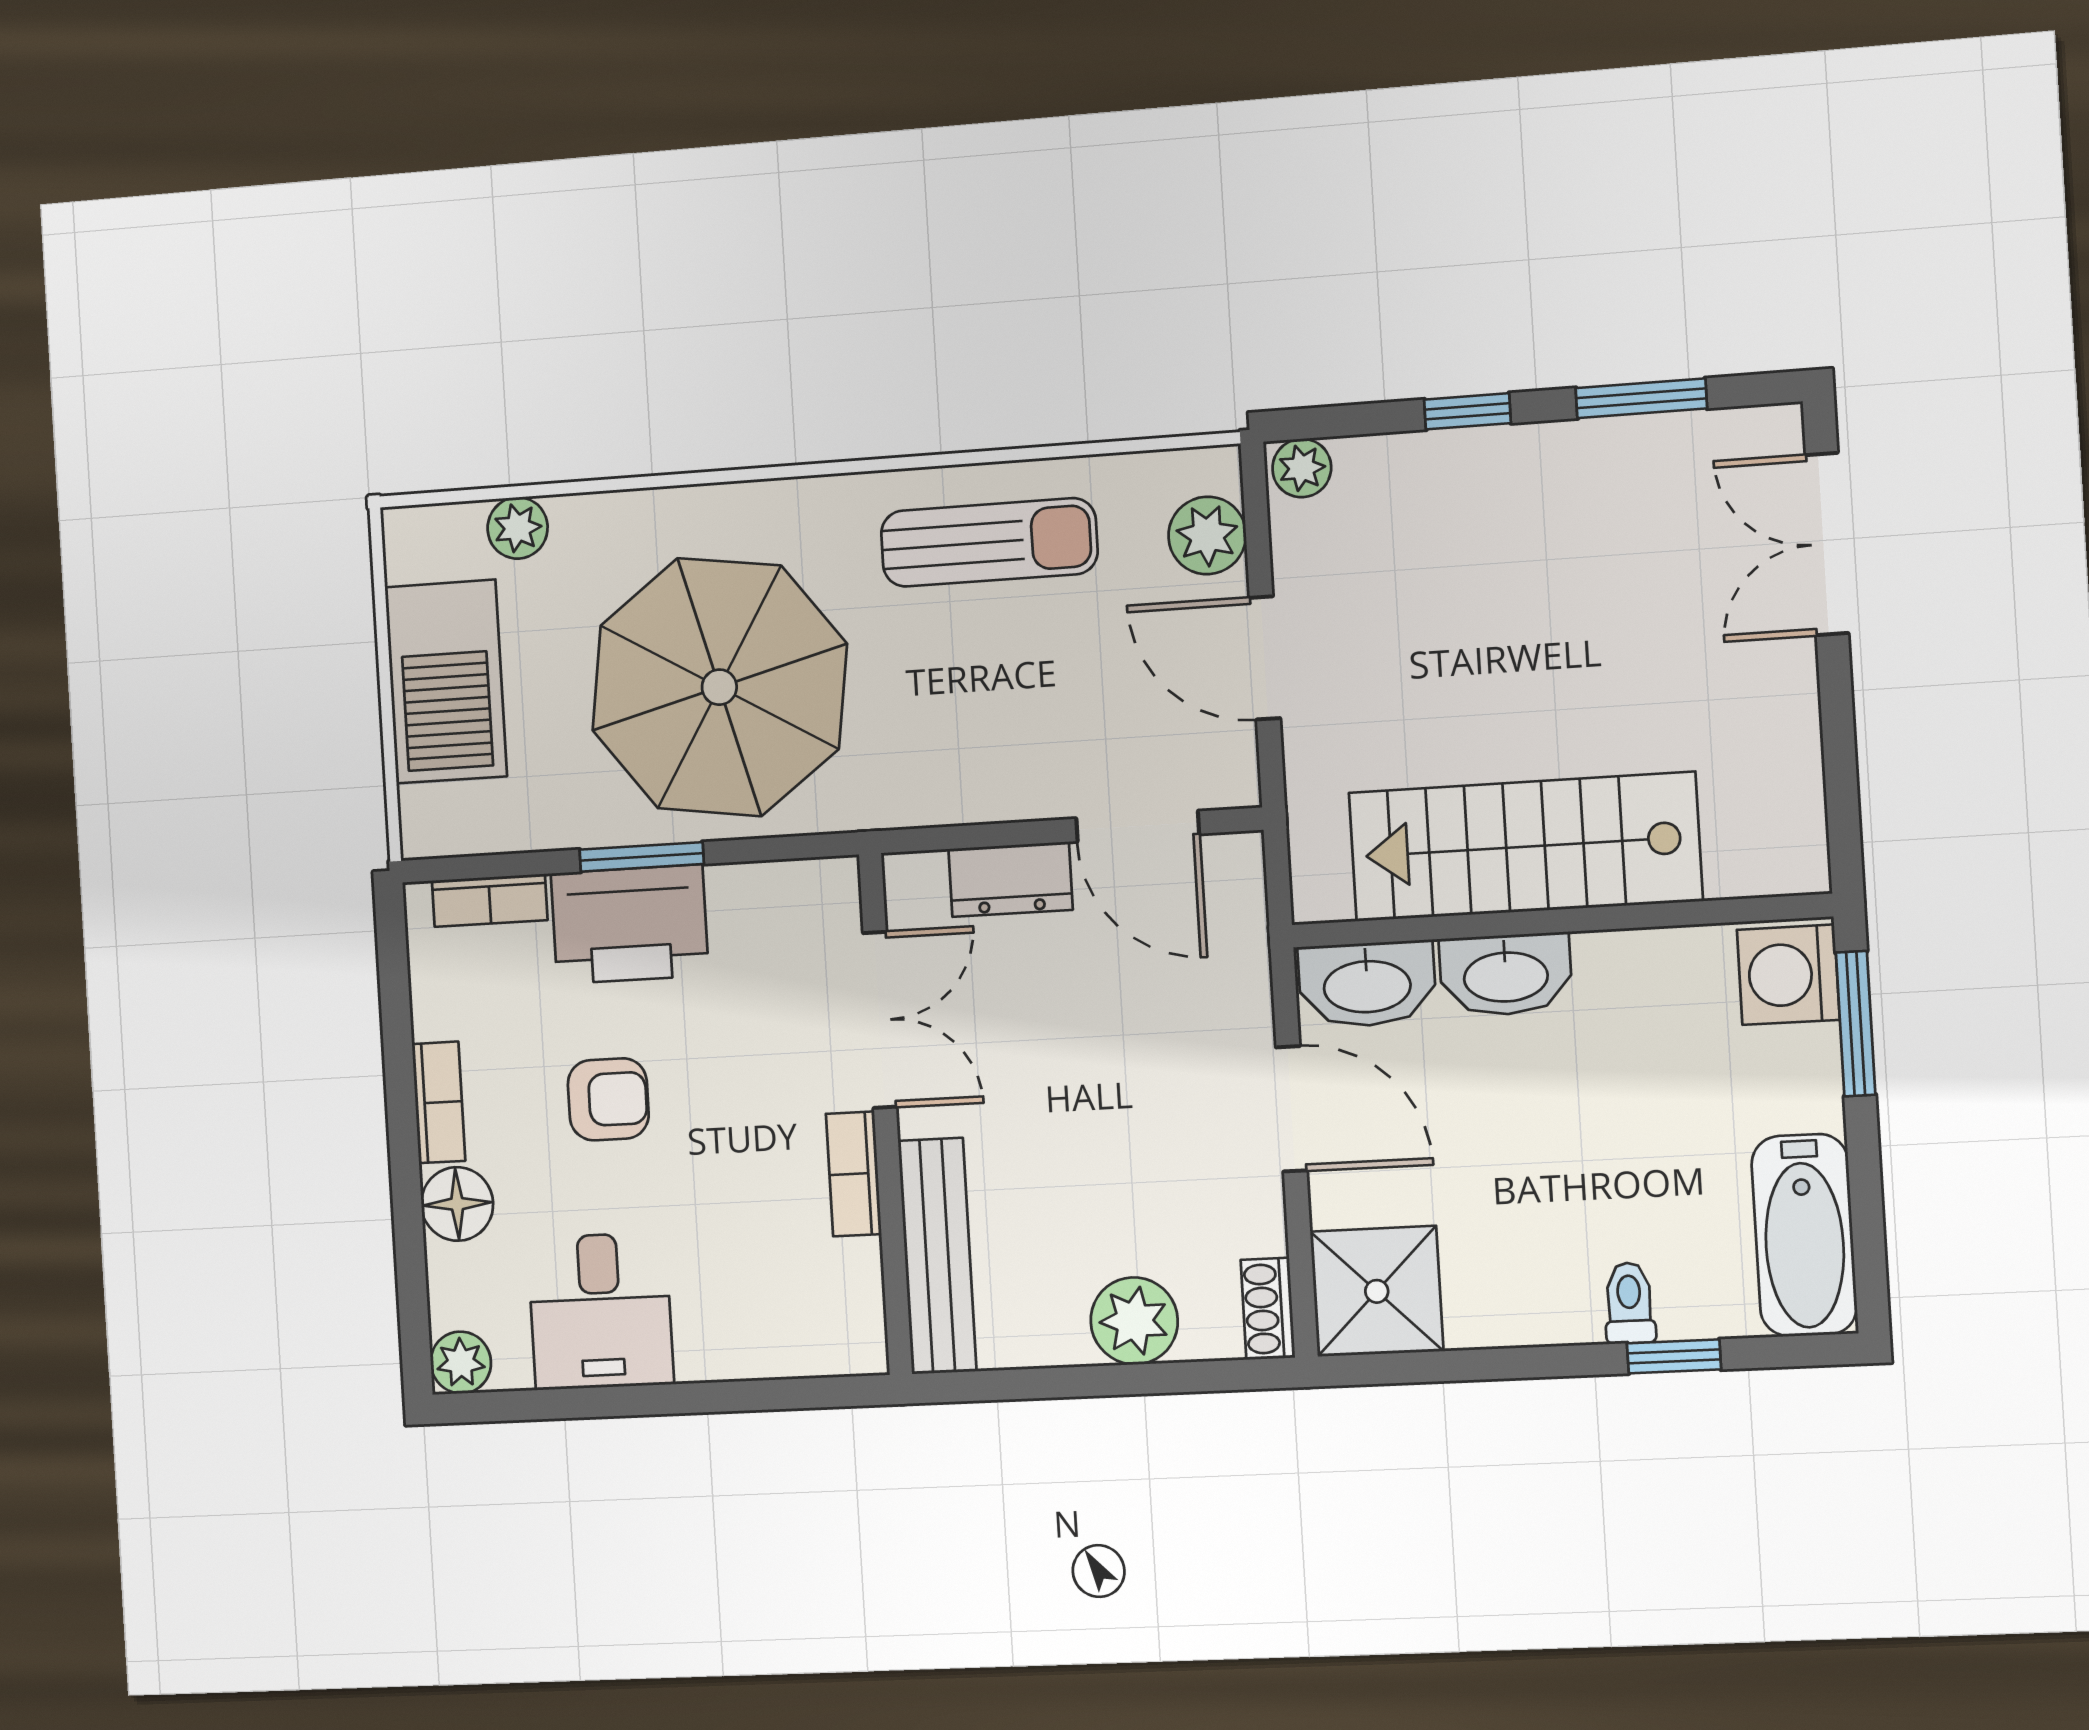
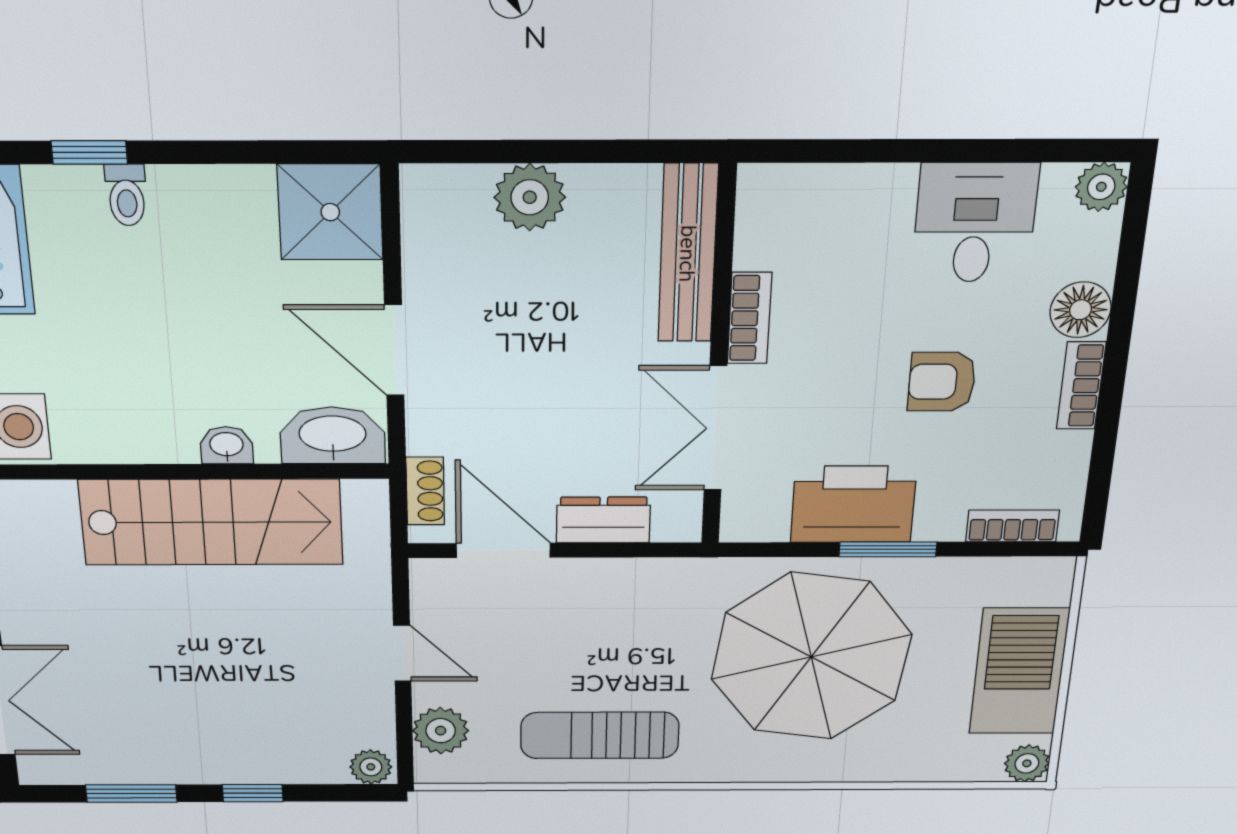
plant: (518, 528) -> (1027, 763), moved
door: (1265, 658) -> (402, 653), width x0.73
printer: (629, 924) -> (853, 504), moved
washbasin: (1506, 975) -> (227, 445), width x0.52, depth x0.69
shoe rack: (1268, 1309) -> (425, 491), moved

